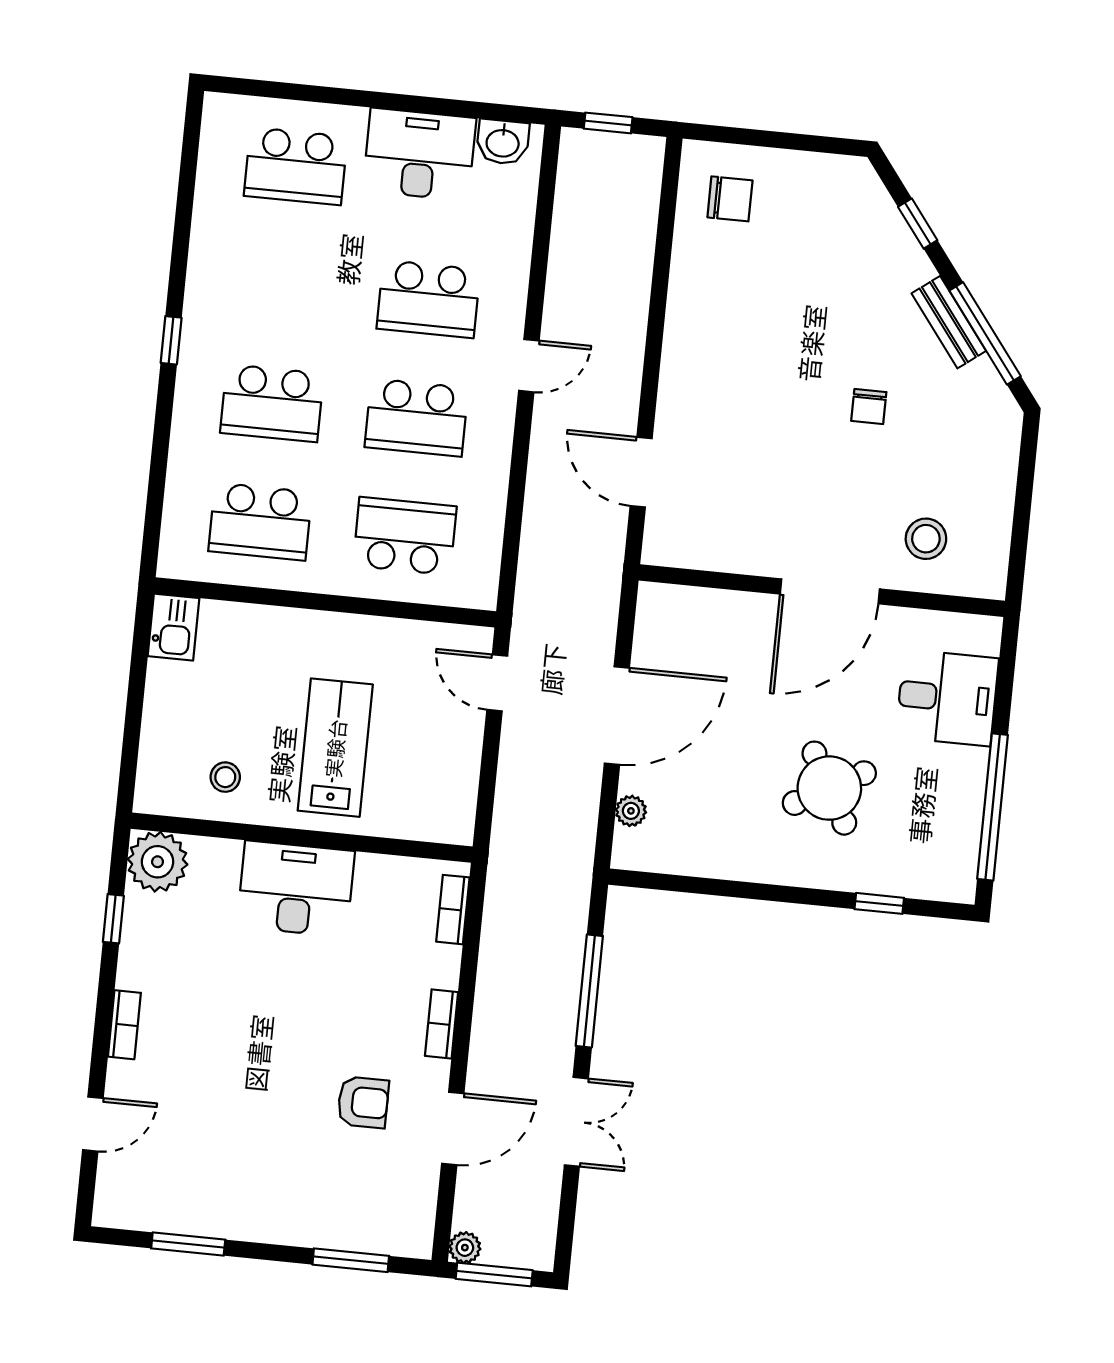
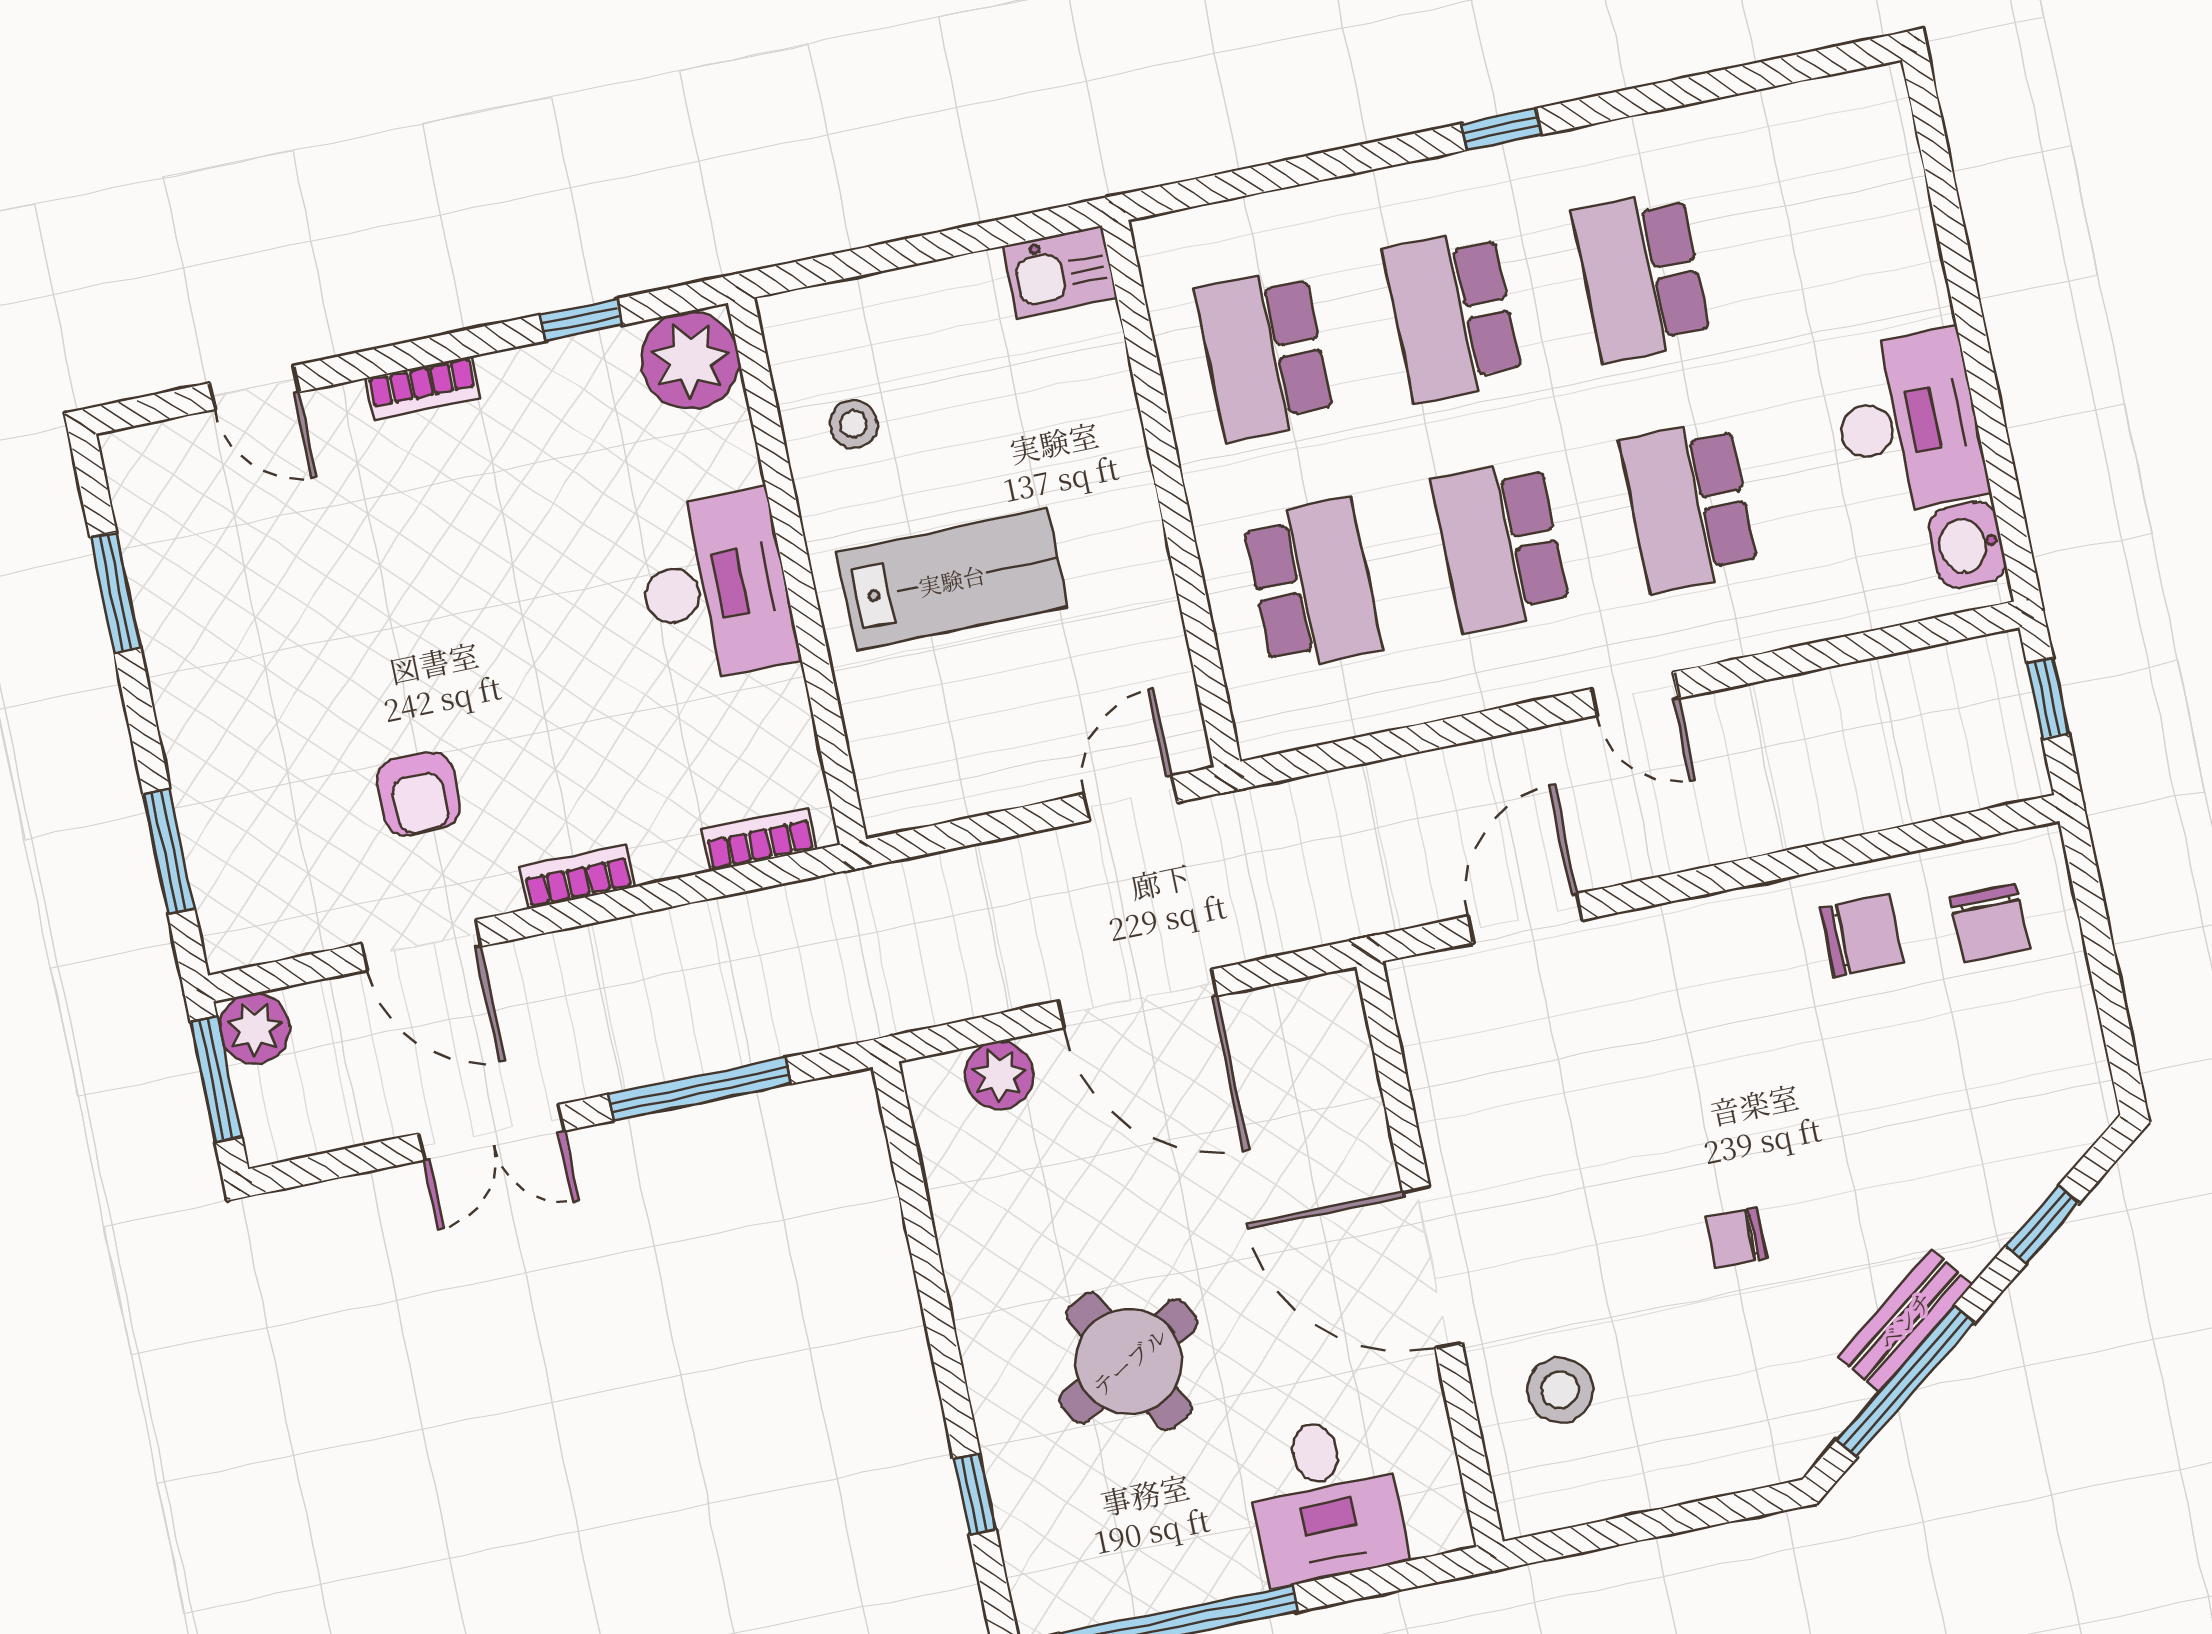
school desk: (296, 166) -> (1642, 276), moved
chair: (714, 277) -> (1862, 935), added
plant: (631, 811) -> (999, 1075), width x1.38, depth x1.38
plant: (465, 1248) -> (255, 1029), width x1.38, depth x1.38

